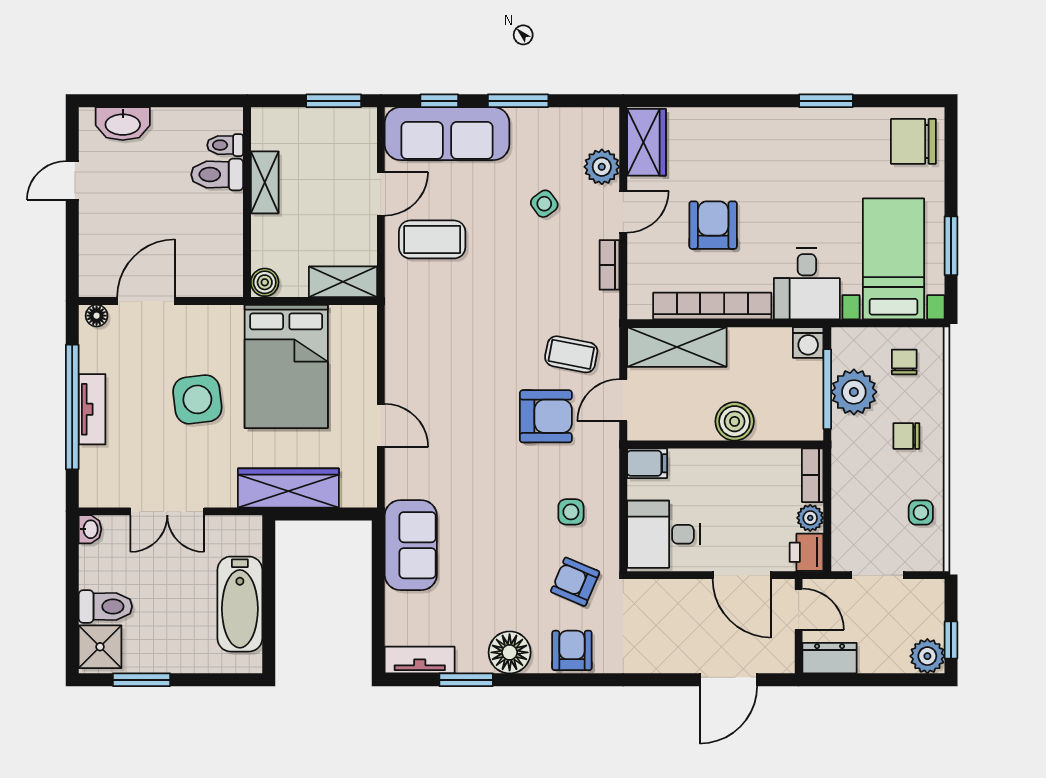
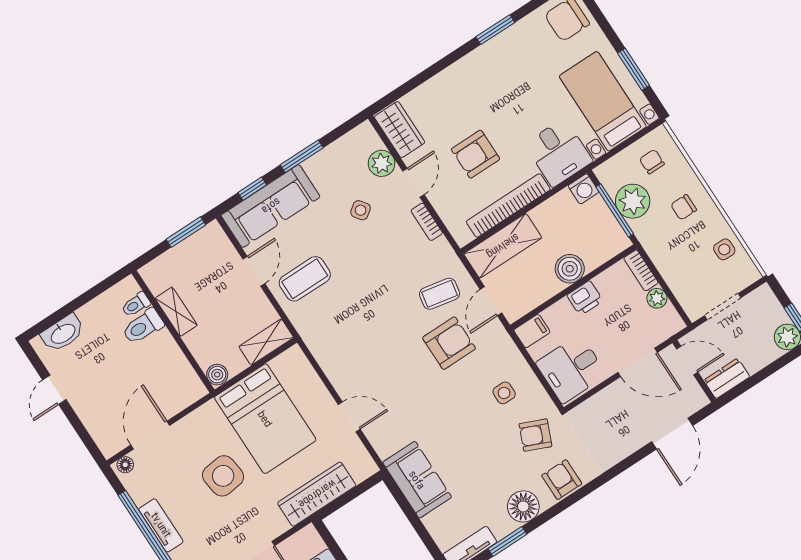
armchair: (713, 225) -> (475, 154), turned -90
printer: (807, 552) -> (585, 298), moved, turned -90

